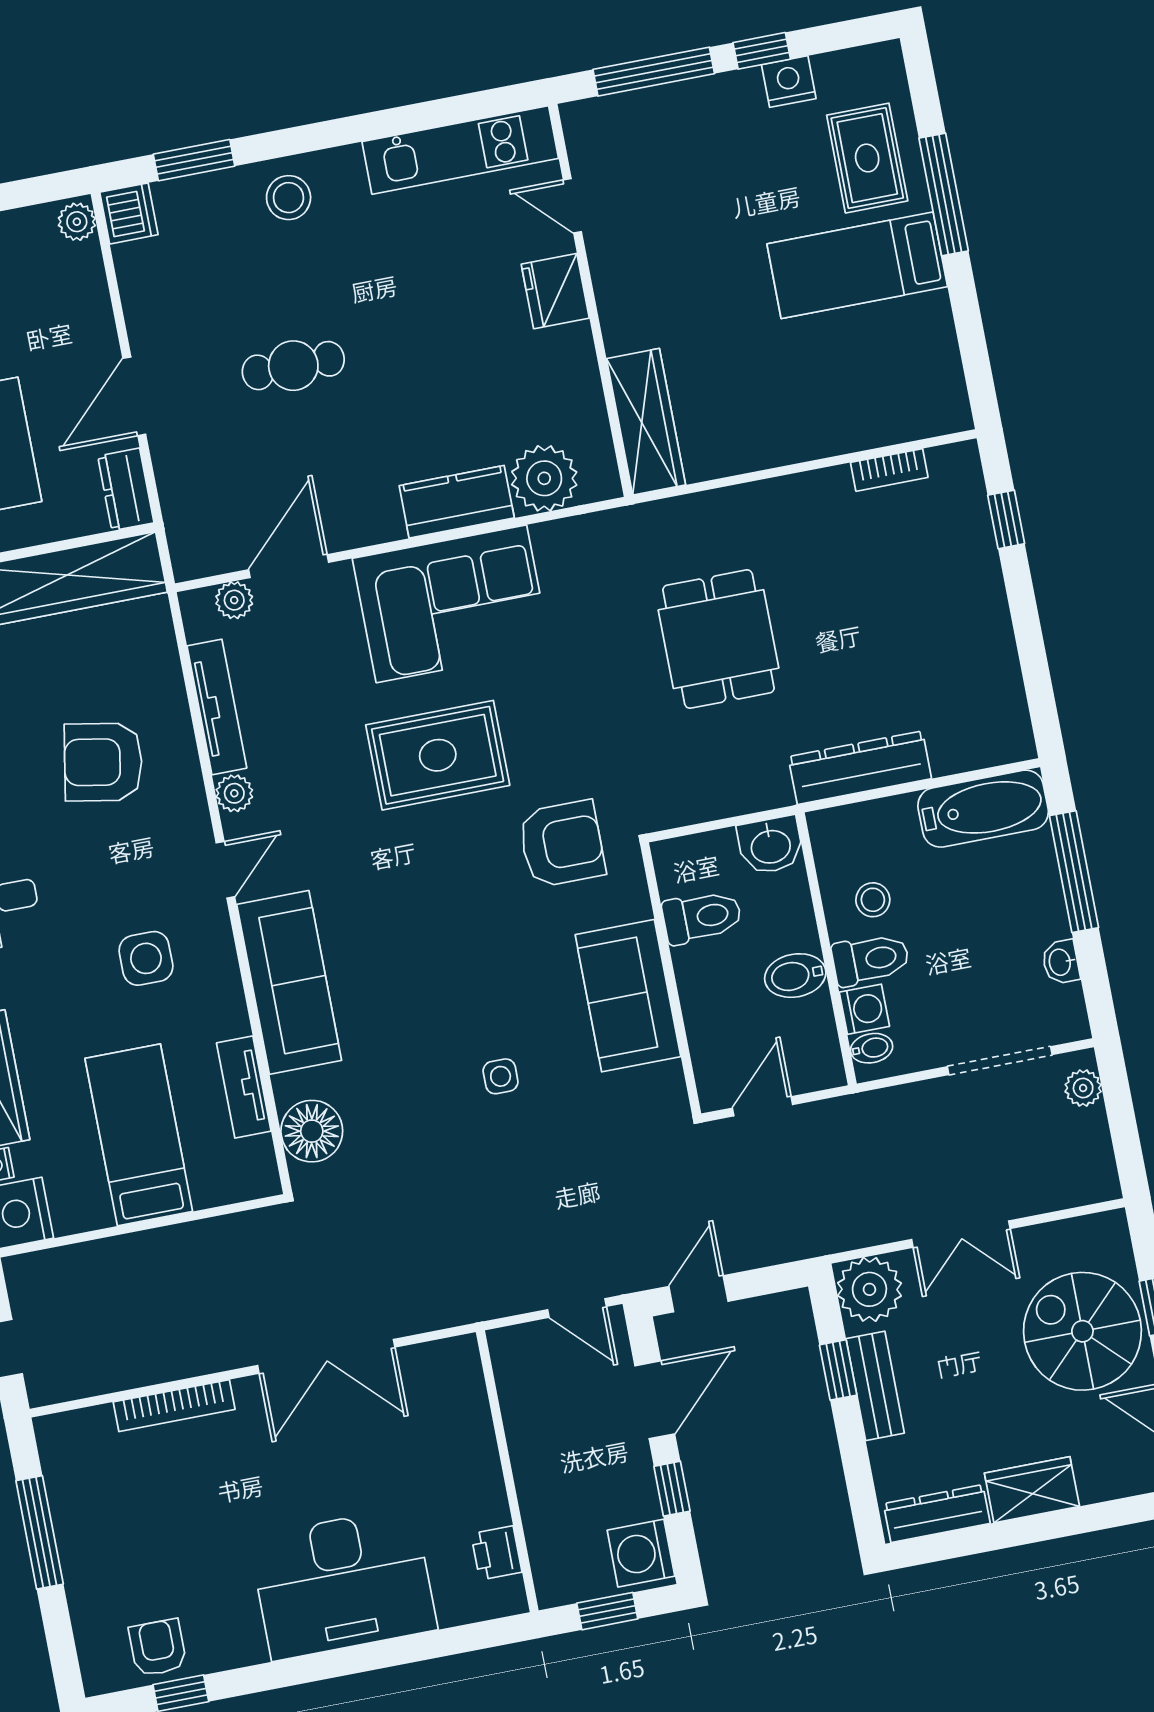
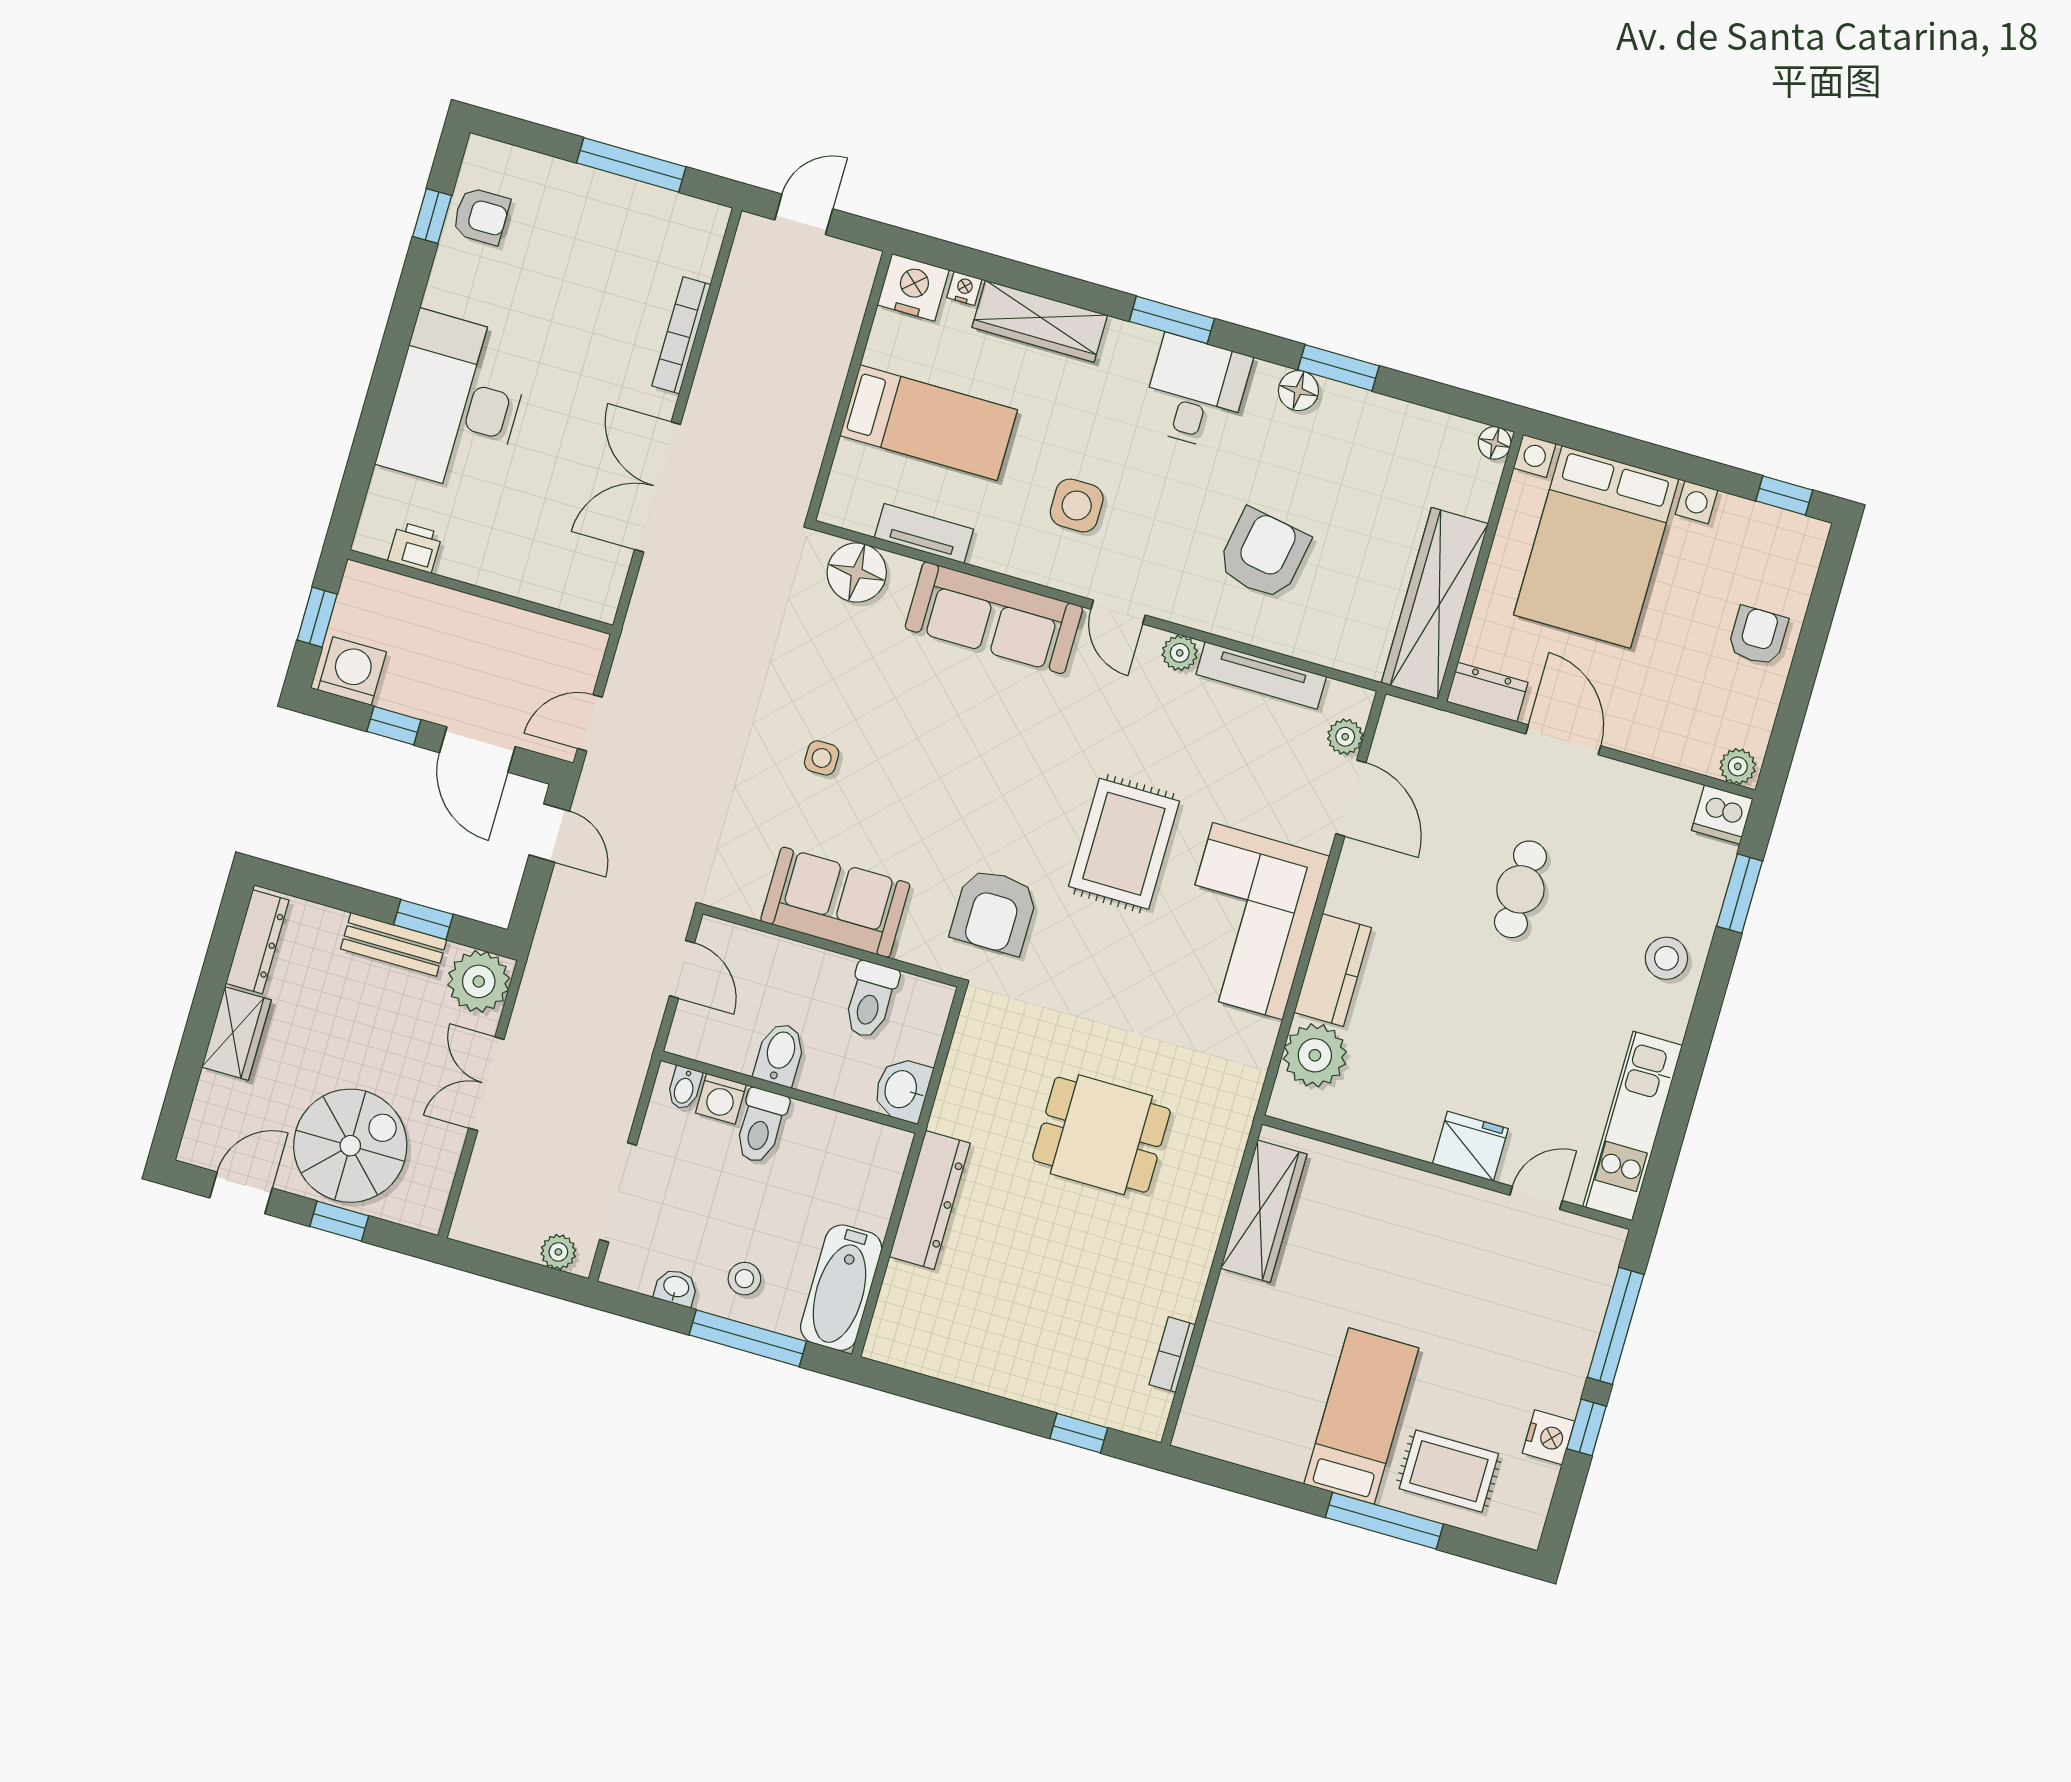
wardrobe: (646, 422) -> (1264, 1211), moved, turned -90
stool: (873, 900) -> (744, 1279), moved

